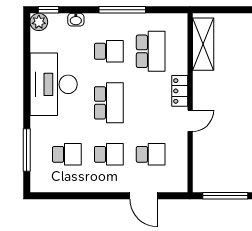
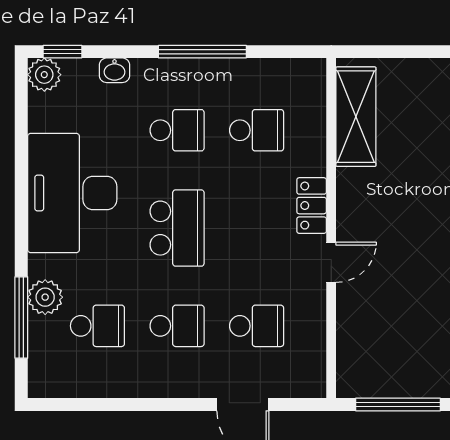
school desk: (151, 51) -> (257, 130), width x0.54
plant: (39, 139) -> (45, 297), added

